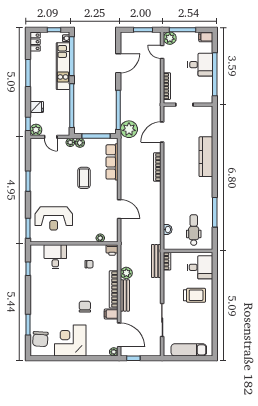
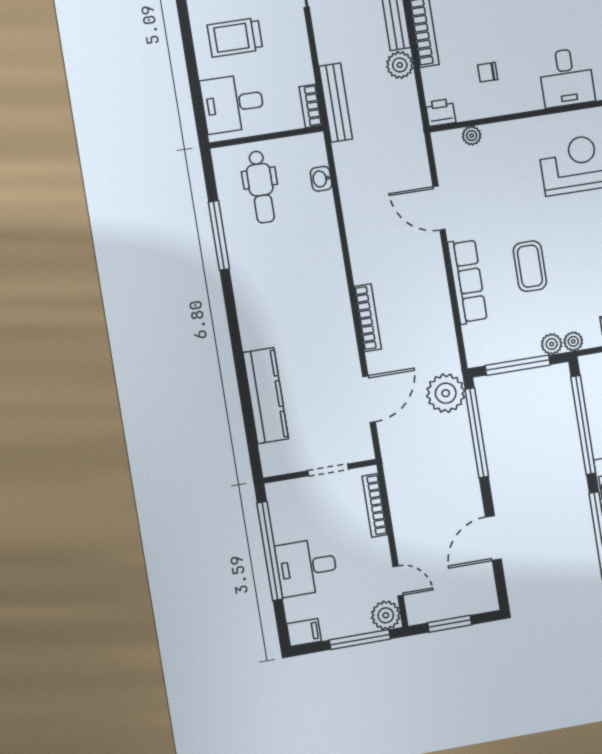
kitchen counter: (206, 157) -> (266, 396), moved
row of seats: (112, 162) -> (467, 281), moved

